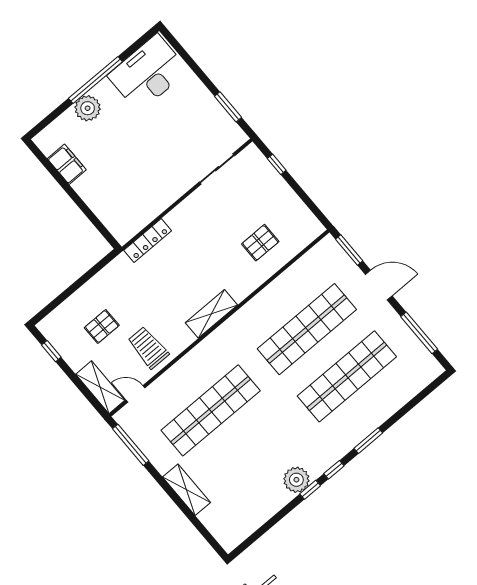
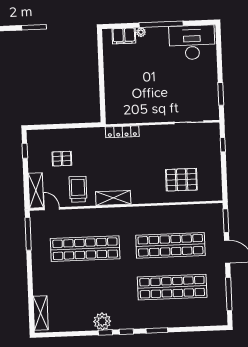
plant: (88, 108) -> (141, 32), width x0.53, depth x0.53
filing cabinet: (67, 164) -> (124, 36), moved, turned 90
pallet: (260, 243) -> (181, 180), width x1.50, depth x1.42
shelving: (211, 314) -> (113, 198), moved
shelving: (187, 490) -> (41, 313), moved

